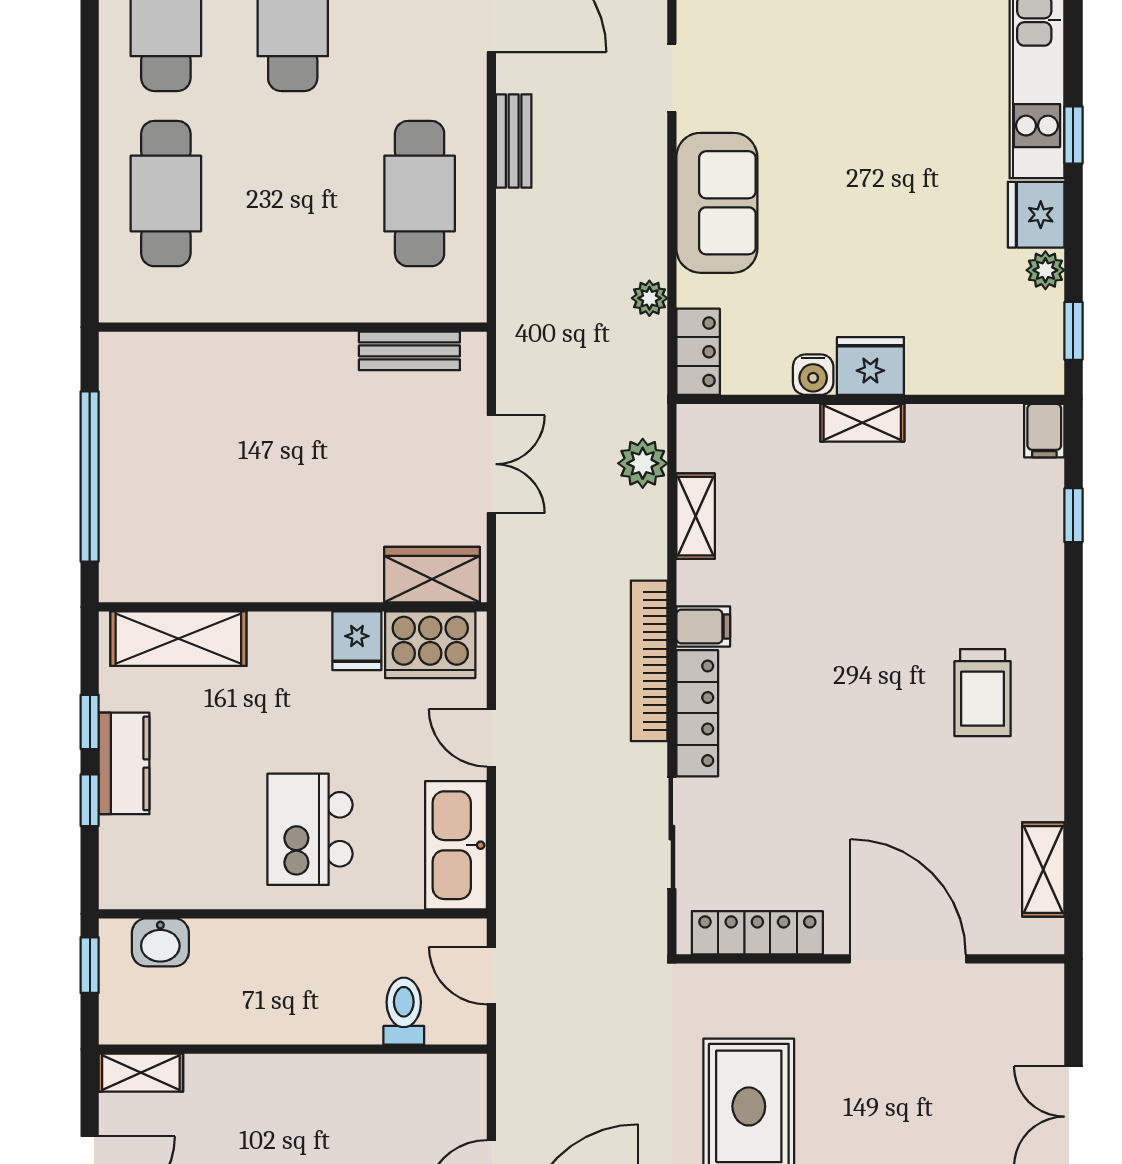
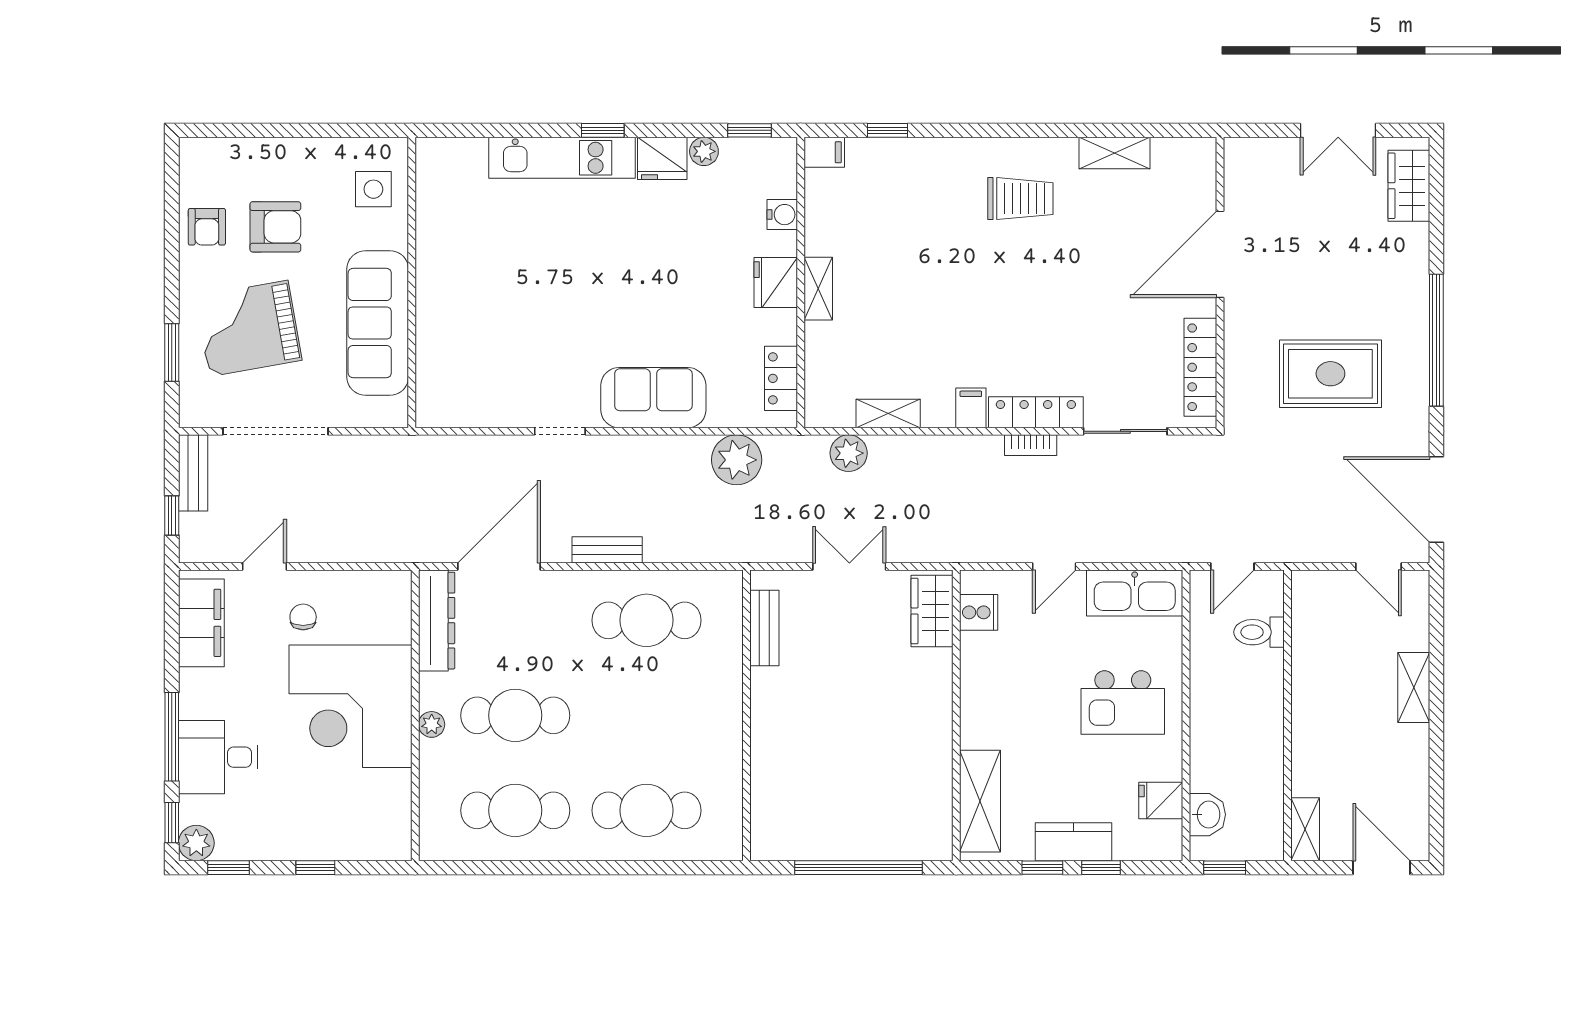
plant: (649, 298) -> (737, 460), width x1.88, depth x1.88
locker: (698, 352) -> (781, 378), moved, turned -90
water cooler: (813, 375) -> (782, 215), moved
fridge: (357, 641) -> (1161, 801), moved, turned 180
cooker: (430, 645) -> (979, 612), width x0.53, depth x0.76
bookcase: (649, 661) -> (1031, 445), width x0.43, depth x0.76
shelving: (1043, 869) -> (1115, 153), moved

